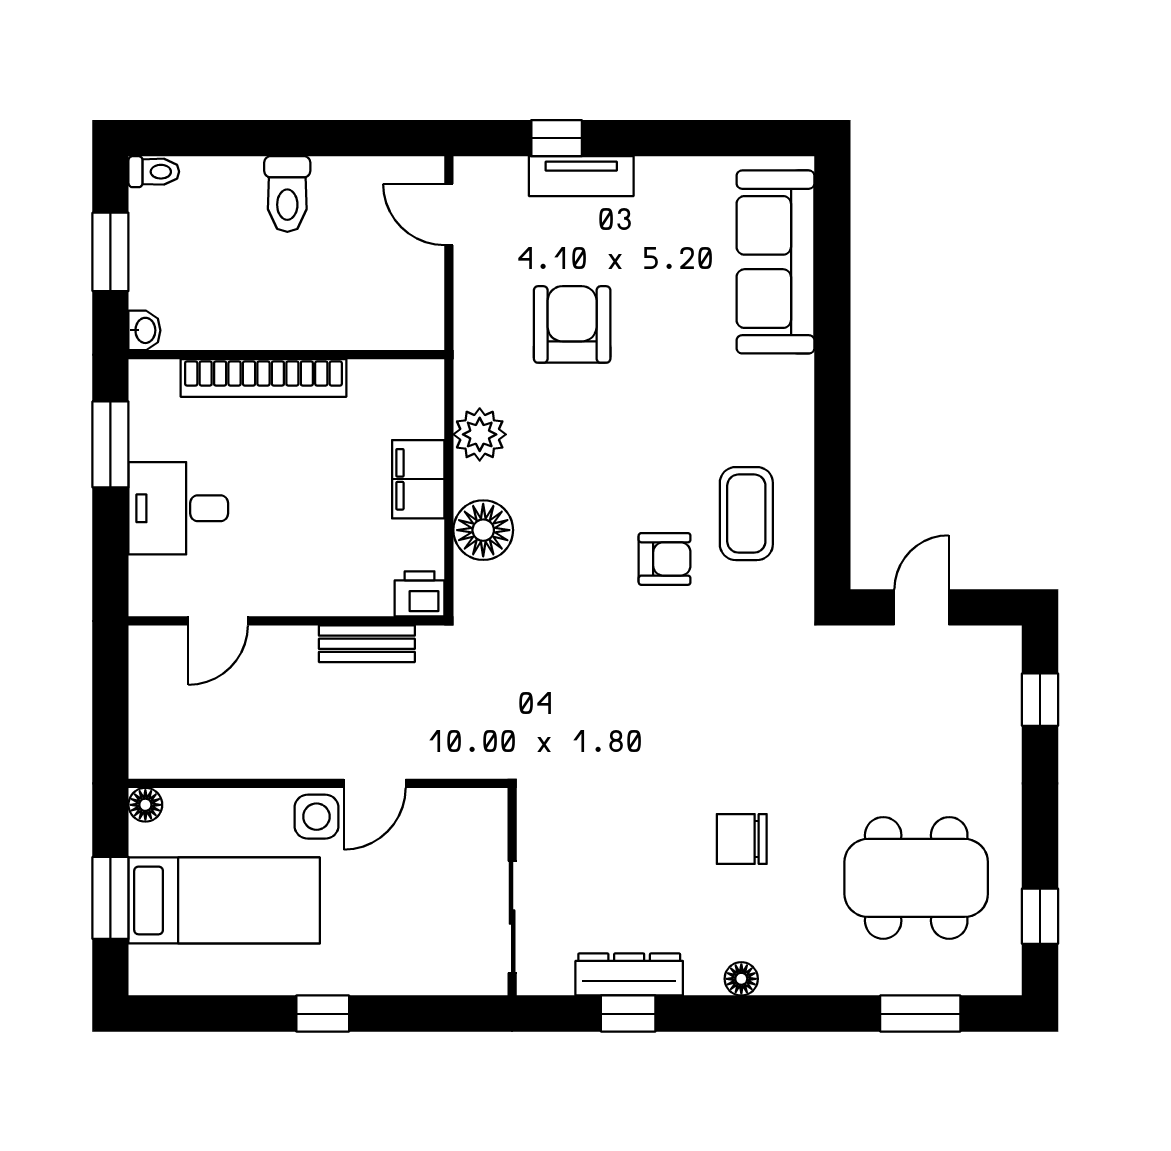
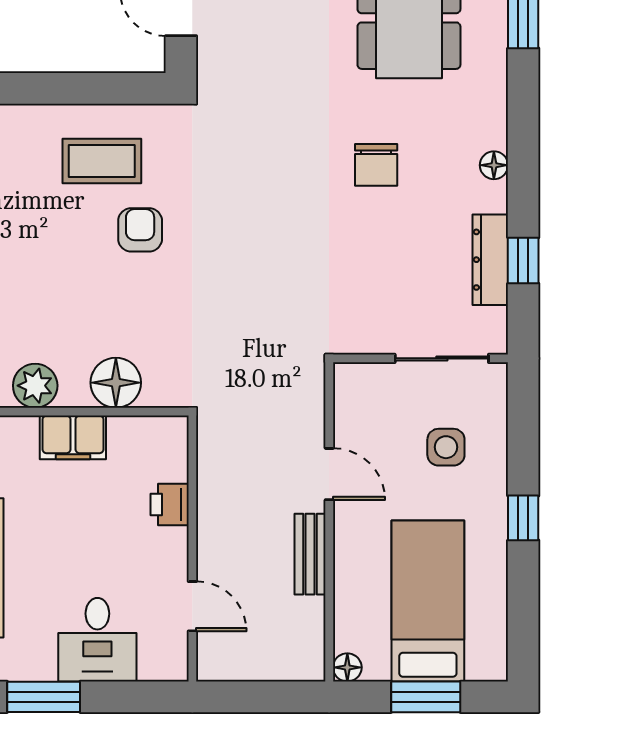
printer: (420, 594) -> (170, 505), moved
bench: (367, 644) -> (310, 554), moved
side table: (316, 817) -> (446, 447), moved

